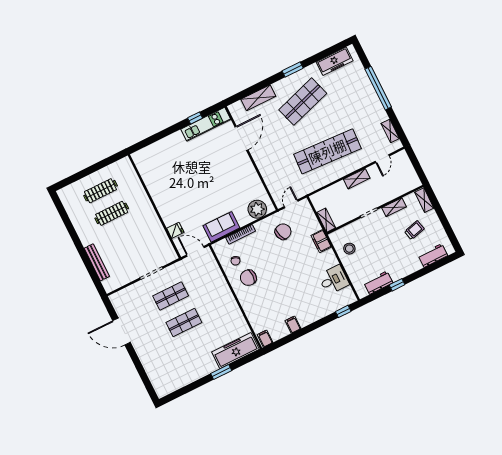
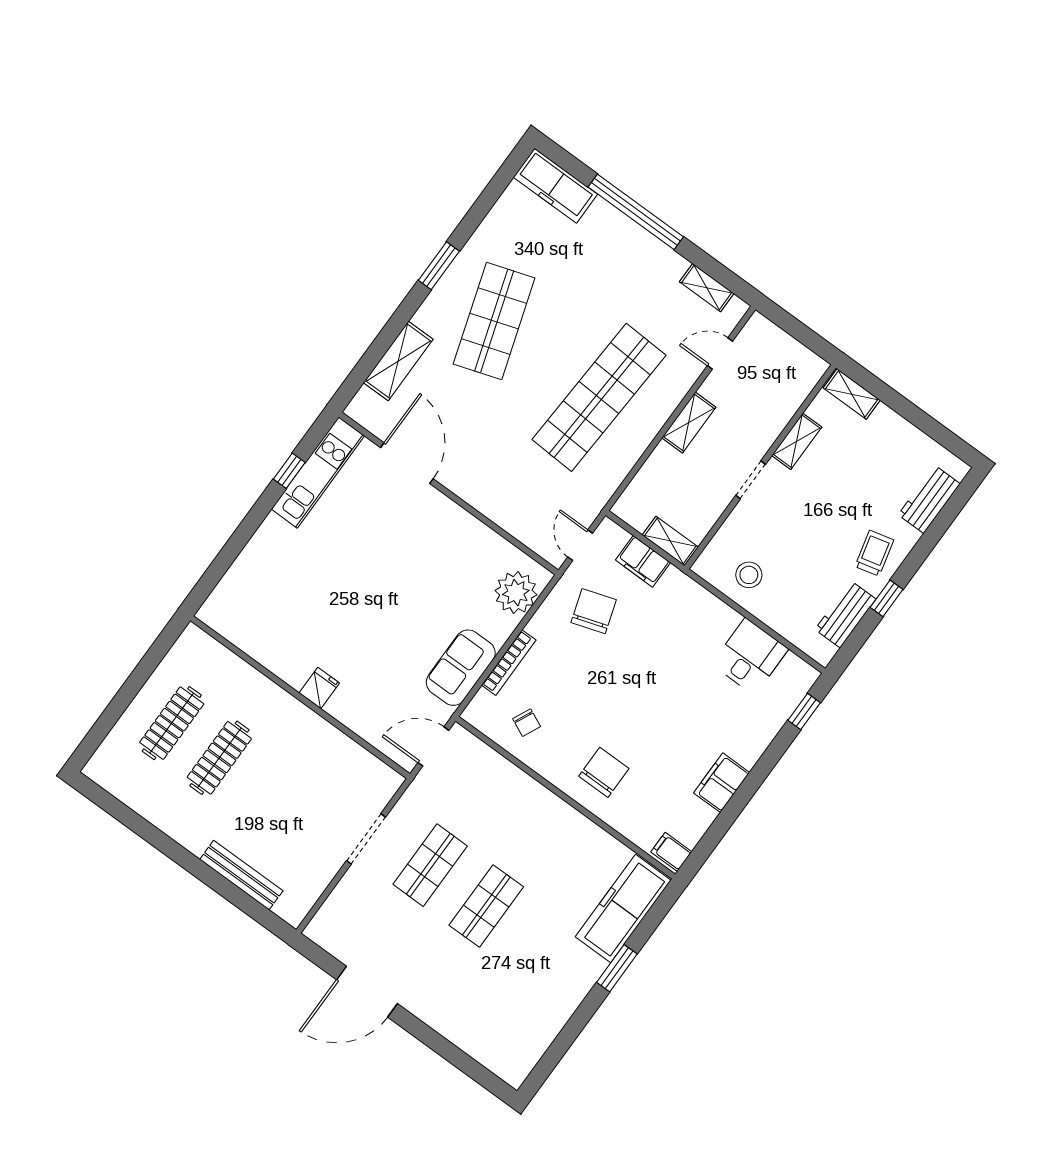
freezer: (335, 61) -> (555, 186), moved, turned 90
door: (382, 159) -> (720, 353), swing flipped
fridge: (175, 230) -> (319, 688), moved
trolley: (414, 230) -> (874, 553), moved
filing cabinet: (321, 241) -> (643, 561), moved
chair: (248, 278) -> (604, 772), moved, turned 180
filing cabinet: (293, 325) -> (722, 783), width x2.00

